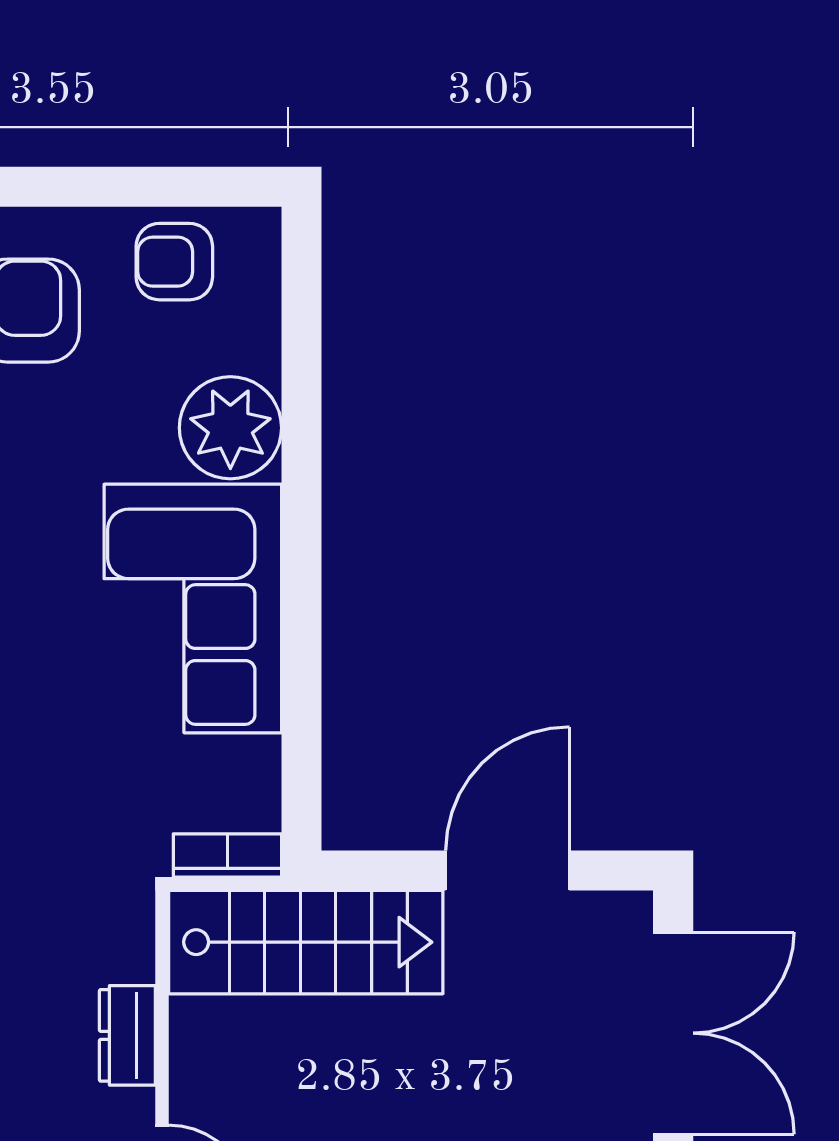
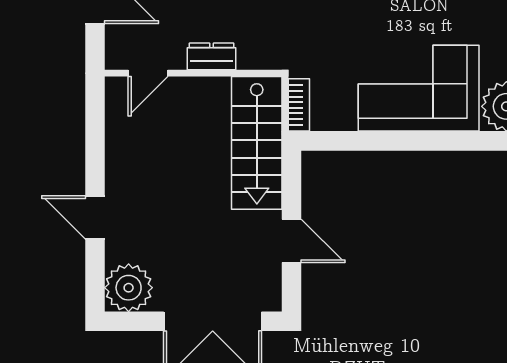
door: (508, 870) -> (292, 241), width x0.73

